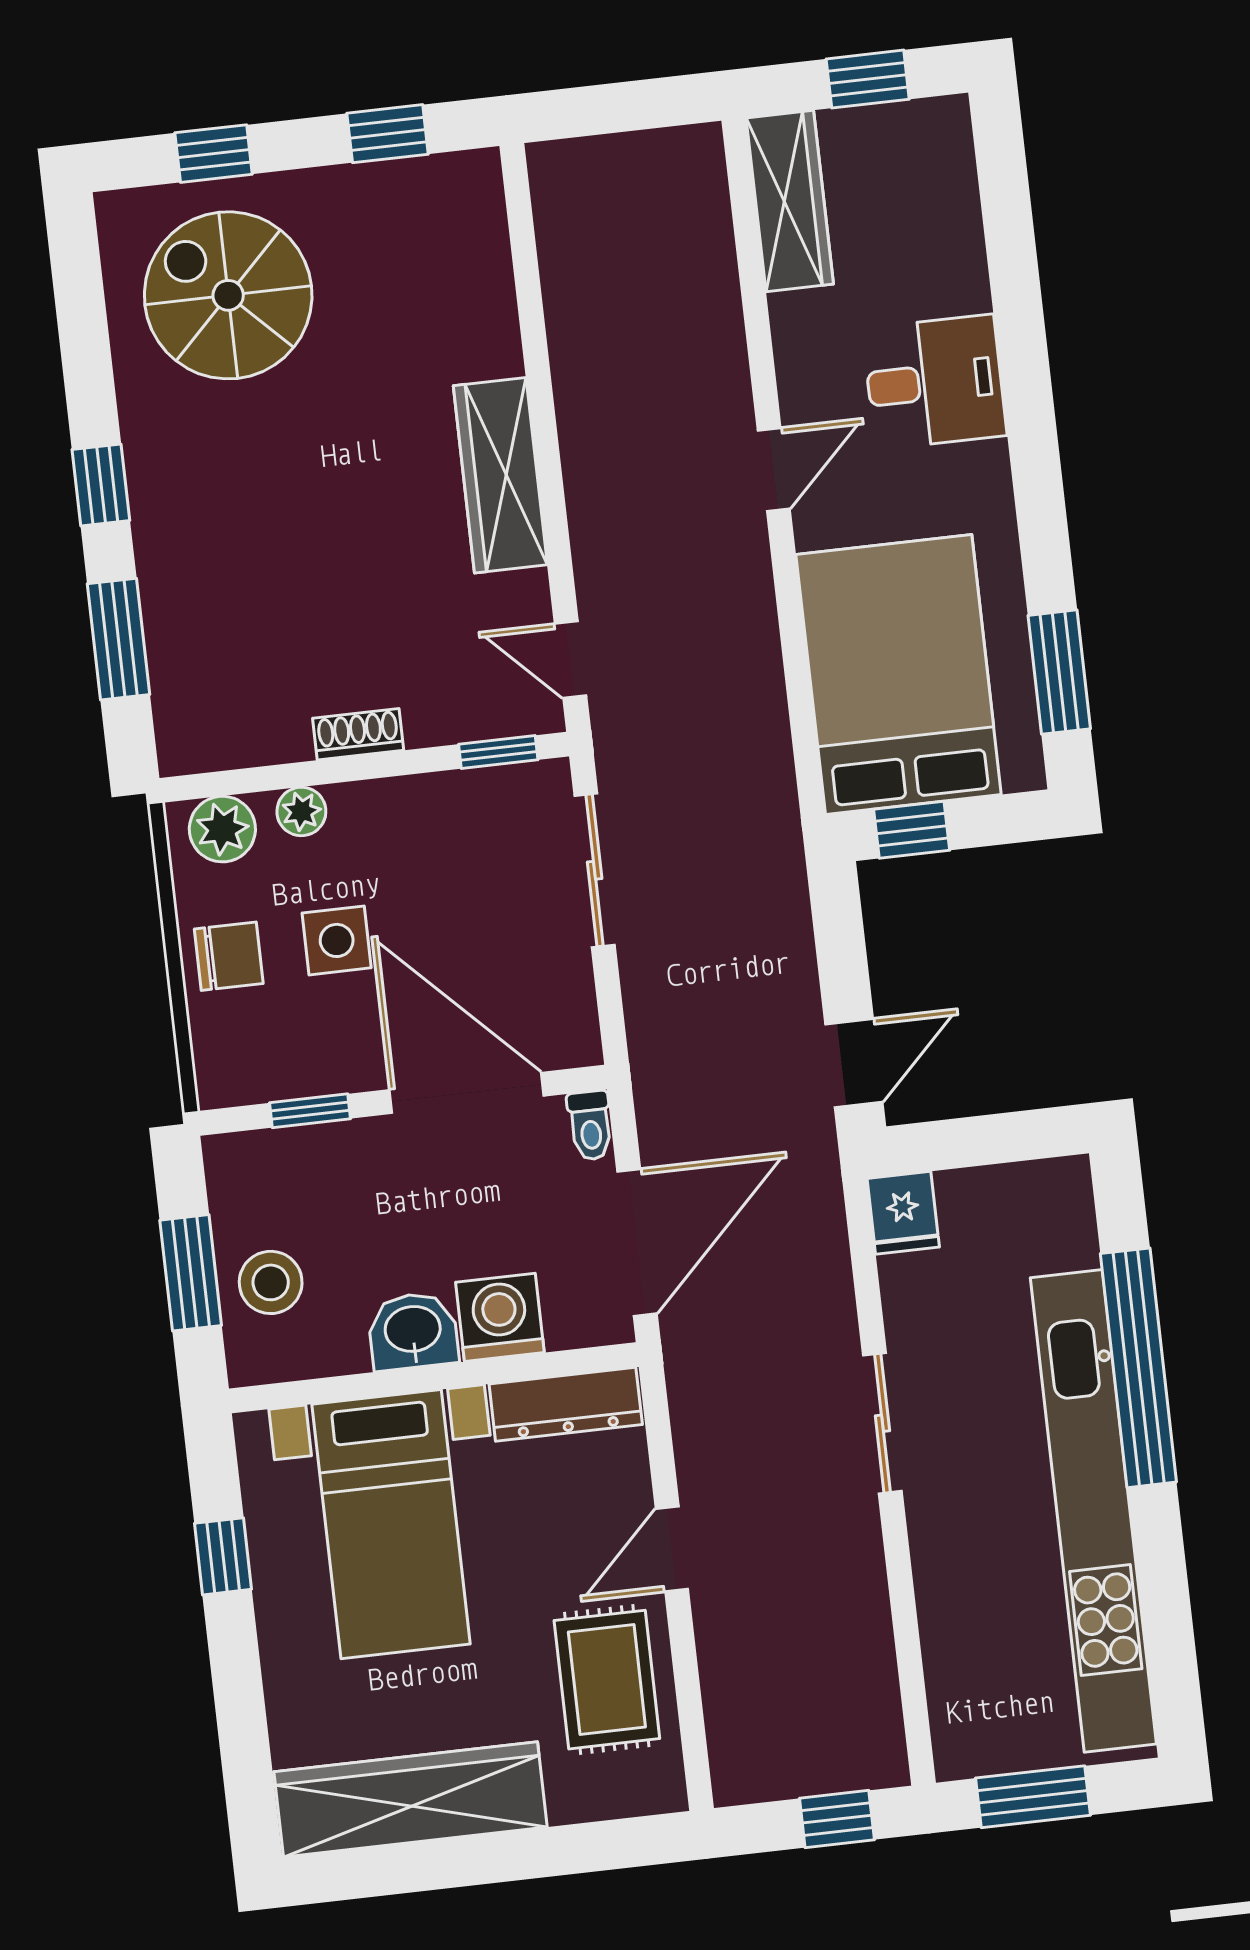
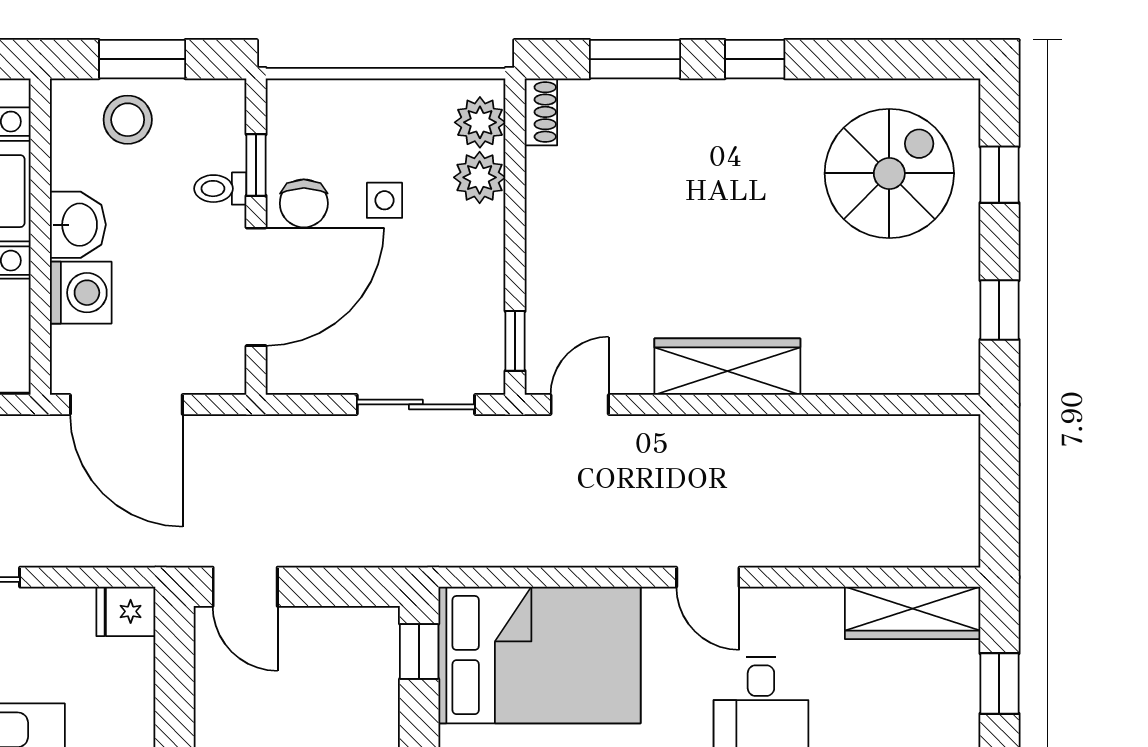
shoe rack: (358, 734) -> (541, 112), moved
plant: (301, 811) -> (480, 177), width x1.38, depth x1.38
side table: (337, 940) -> (384, 200), width x0.73, depth x0.73
chair: (229, 956) -> (304, 203), moved
toilet: (590, 1125) -> (220, 189), moved

